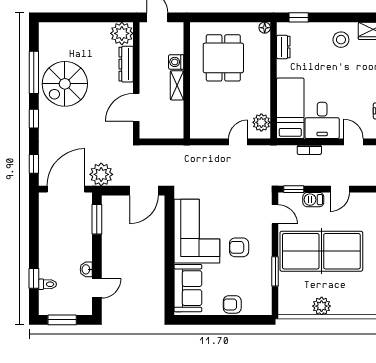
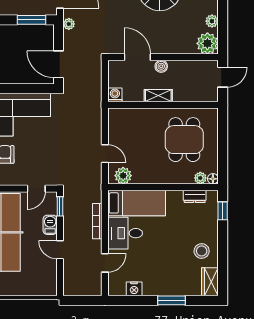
plant: (98, 29) -> (212, 21), added
plant: (264, 41) -> (200, 178), added
dining table: (223, 58) -> (184, 140), turned 90
washing machine: (176, 62) -> (115, 95), moved
dresser: (126, 64) -> (178, 48), removed
boiler: (146, 82) -> (161, 66), added
bookcase: (309, 150) -> (97, 221), width x1.56
plant: (101, 174) -> (69, 24), width x0.53, depth x0.53

